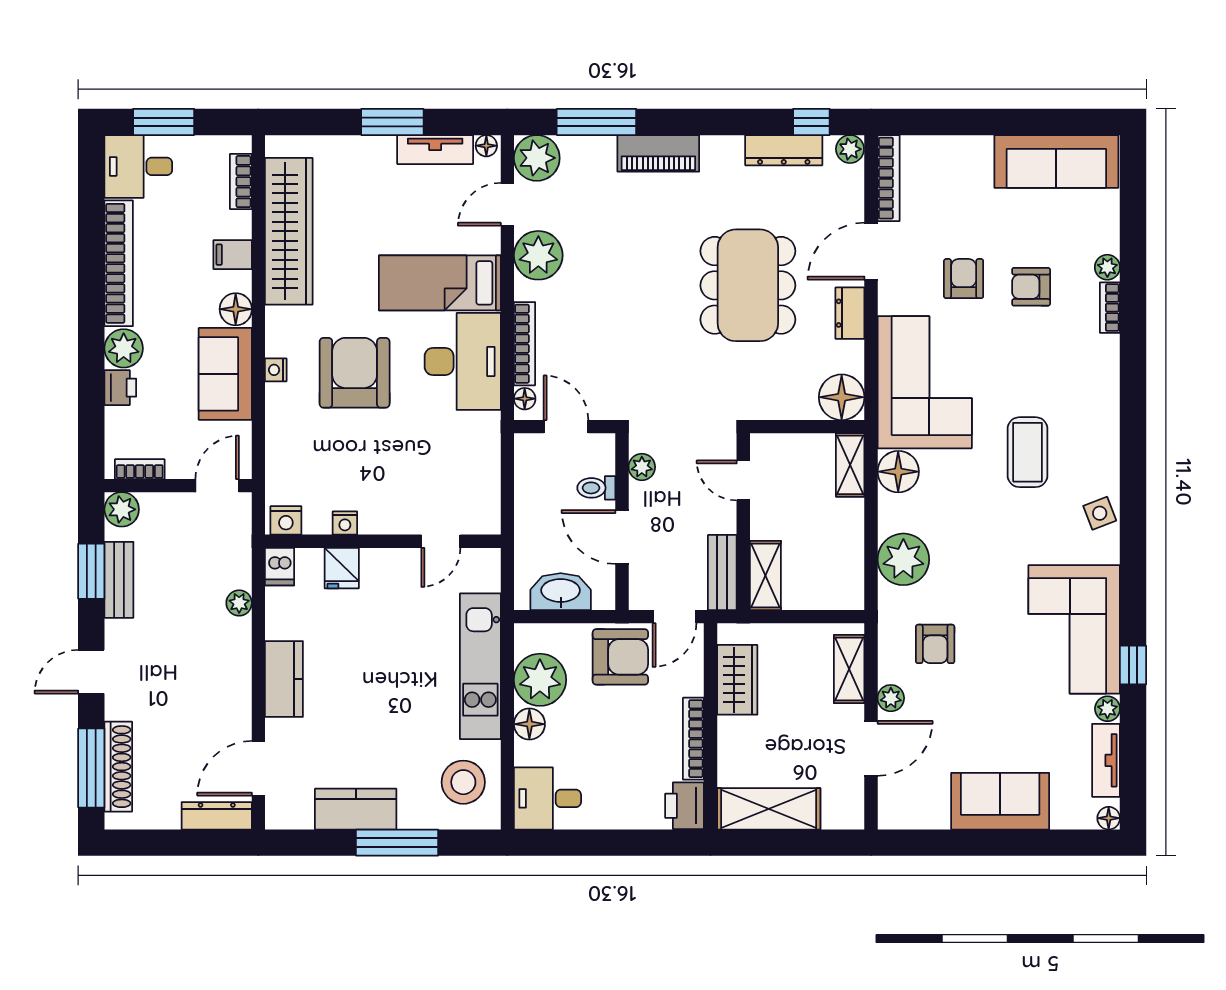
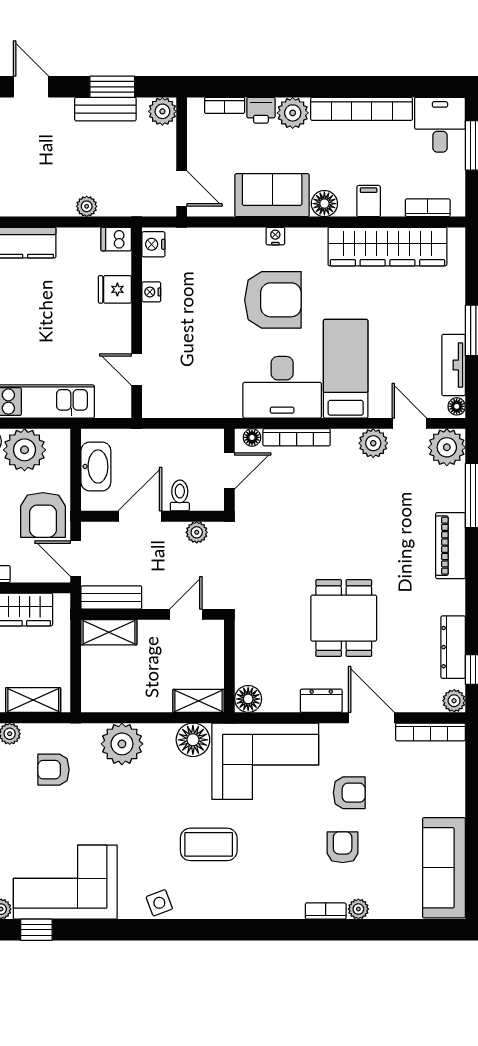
plant: (538, 255) -> (373, 443), width x0.73, depth x0.73
dining table: (748, 285) -> (344, 618), width x0.73
floor lamp: (842, 397) -> (248, 699), width x0.73, depth x0.73
bookcase: (140, 469) -> (225, 105), moved, turned 90

